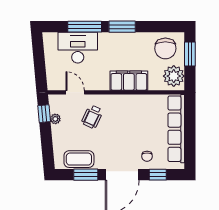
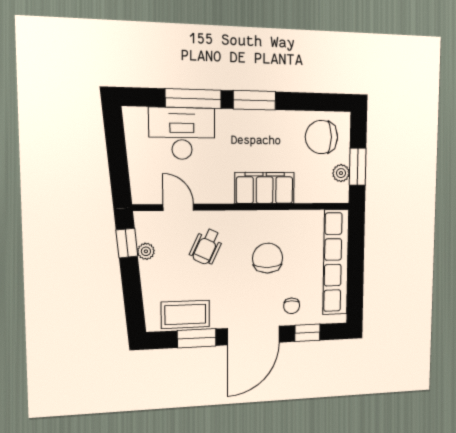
chair: (165, 48) -> (321, 137), turned 90
window: (190, 54) -> (358, 167), moved
plant: (174, 76) -> (341, 173), width x0.53, depth x0.53
chair: (131, 125) -> (268, 258), added

